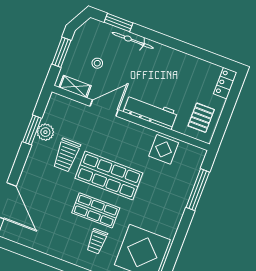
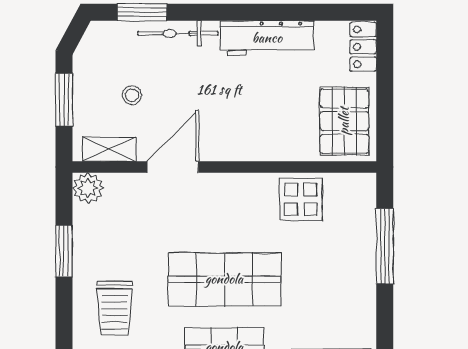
workbench: (150, 112) -> (267, 38), moved, turned 180
pallet: (201, 118) -> (344, 121), width x1.50, depth x1.42
plant: (45, 132) -> (88, 188), moved
trolley: (66, 155) -> (115, 308), moved

